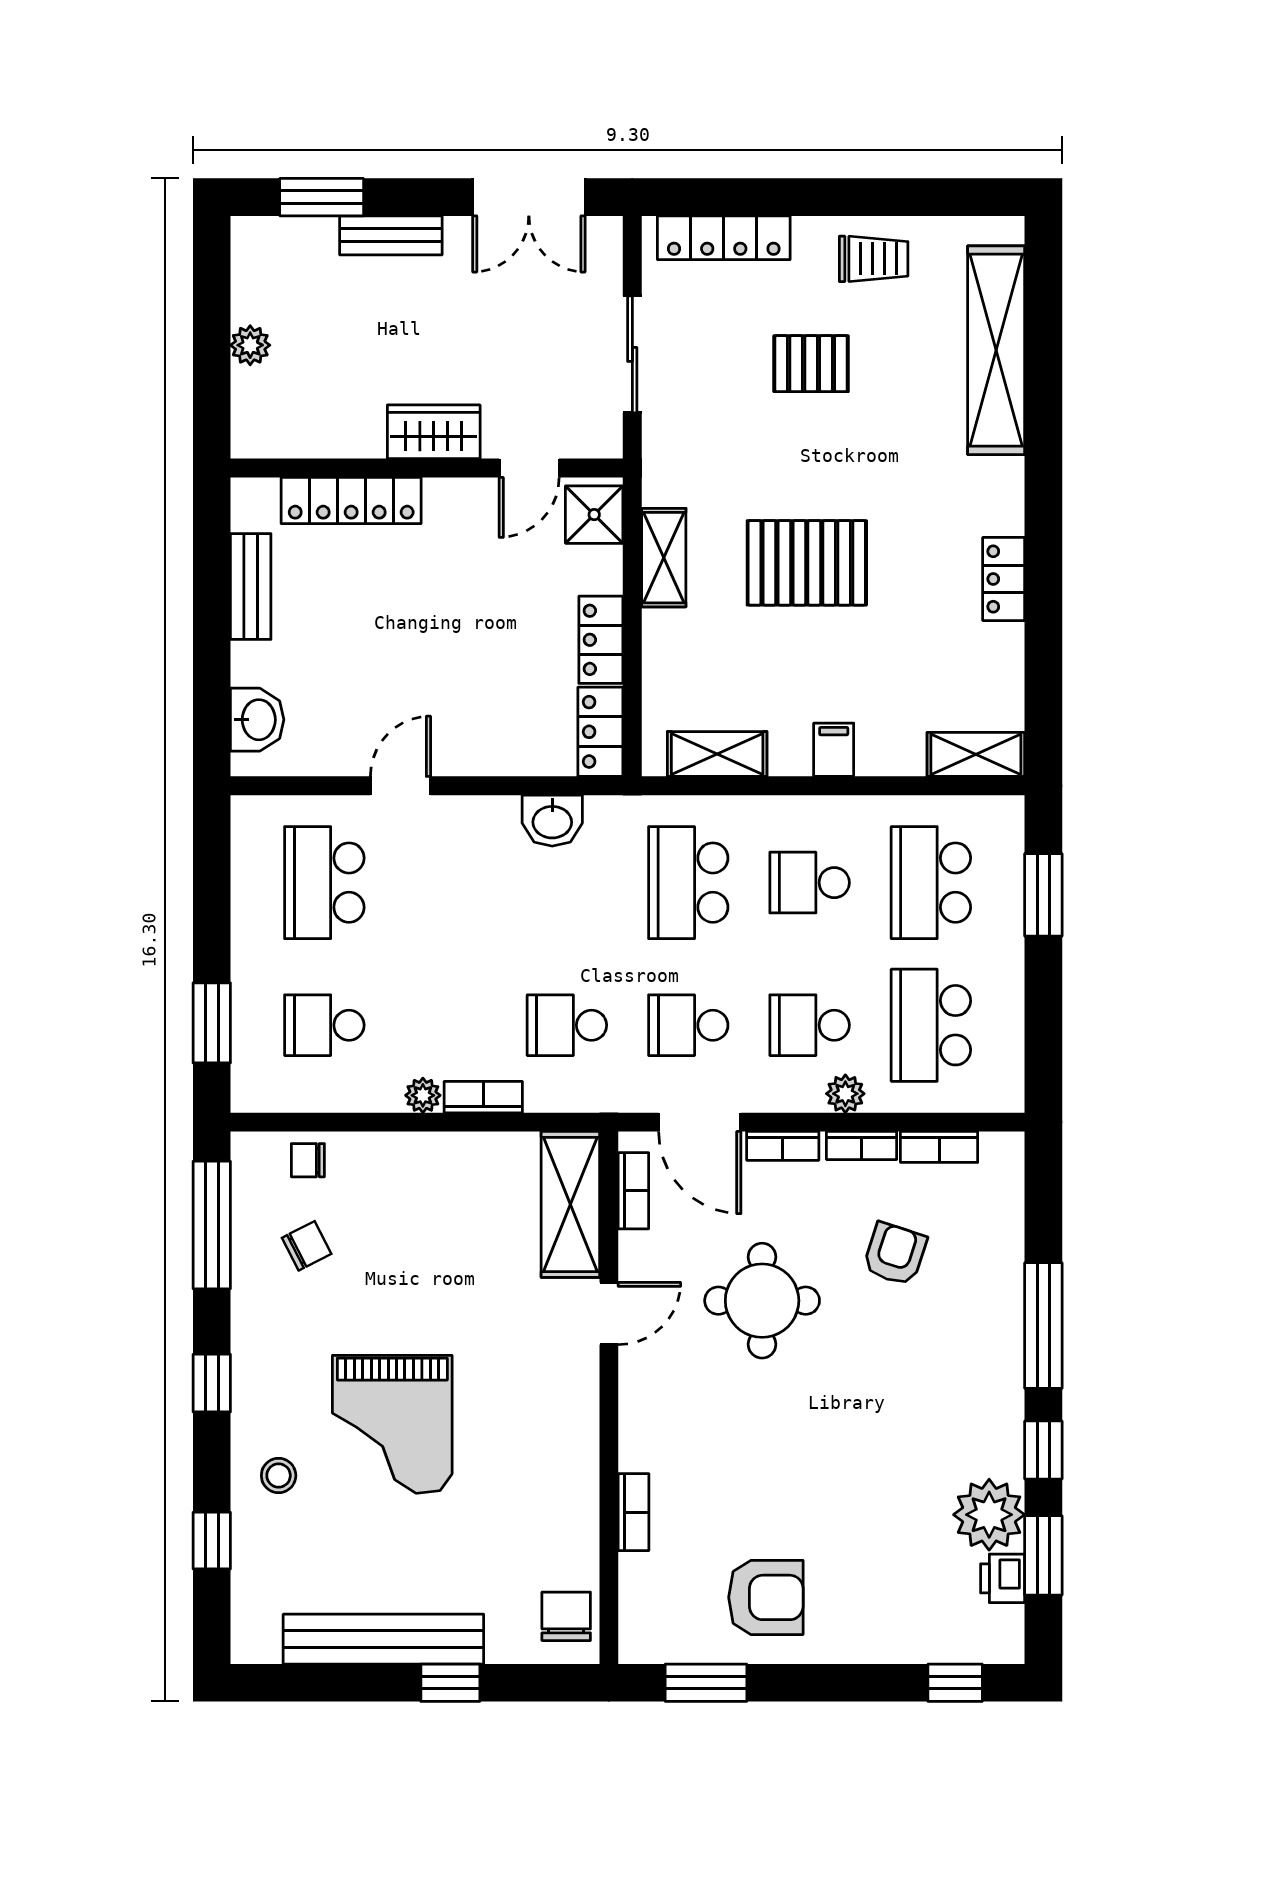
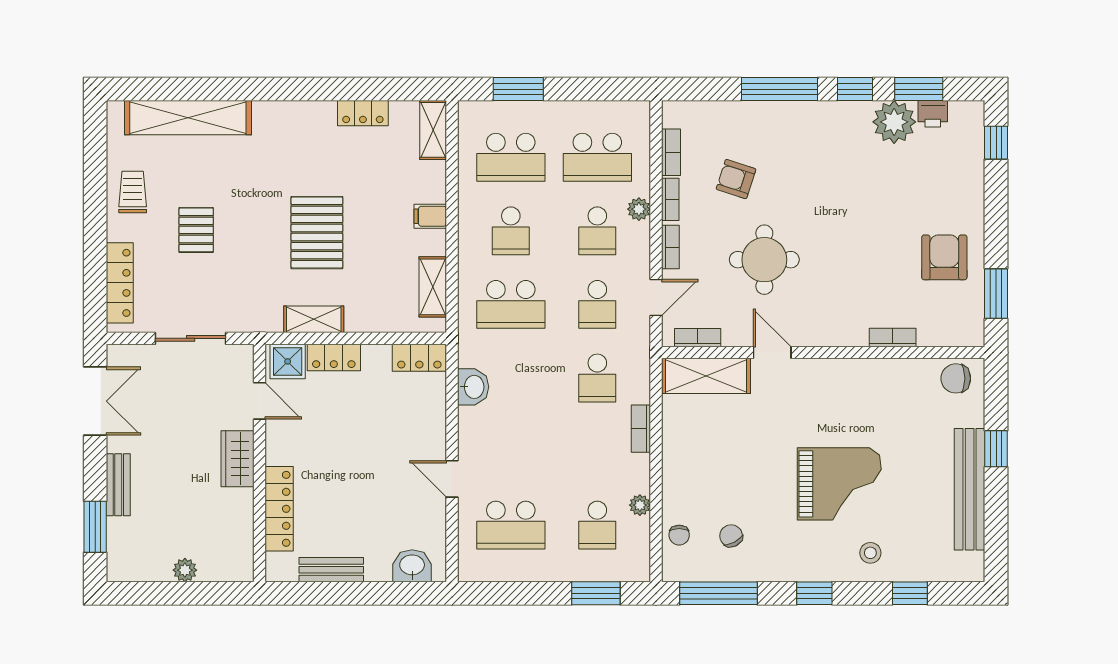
locker: (1004, 579) -> (363, 113), moved
locker: (601, 640) -> (334, 357), moved
plant: (423, 1095) -> (640, 505), moved
door: (700, 1122) -> (656, 297), width x0.73

